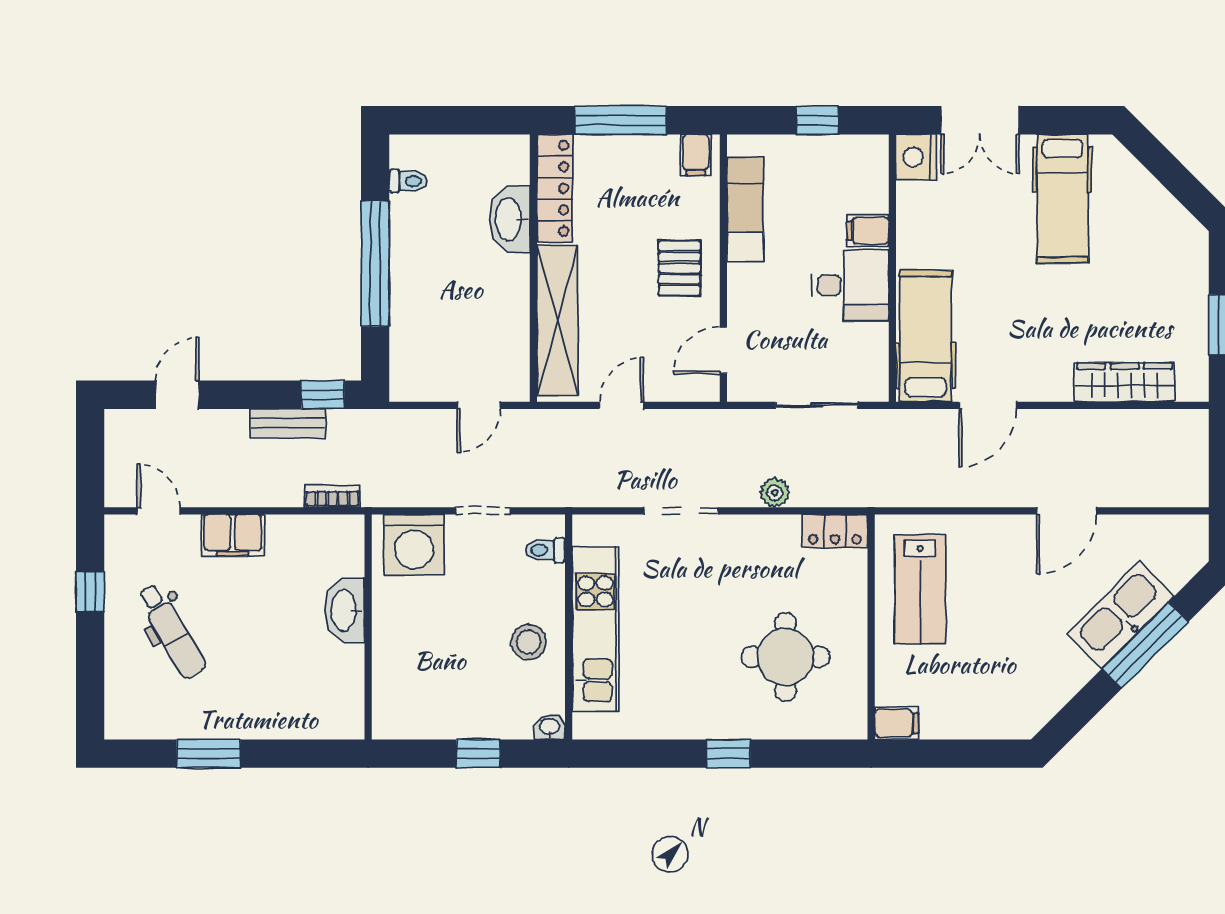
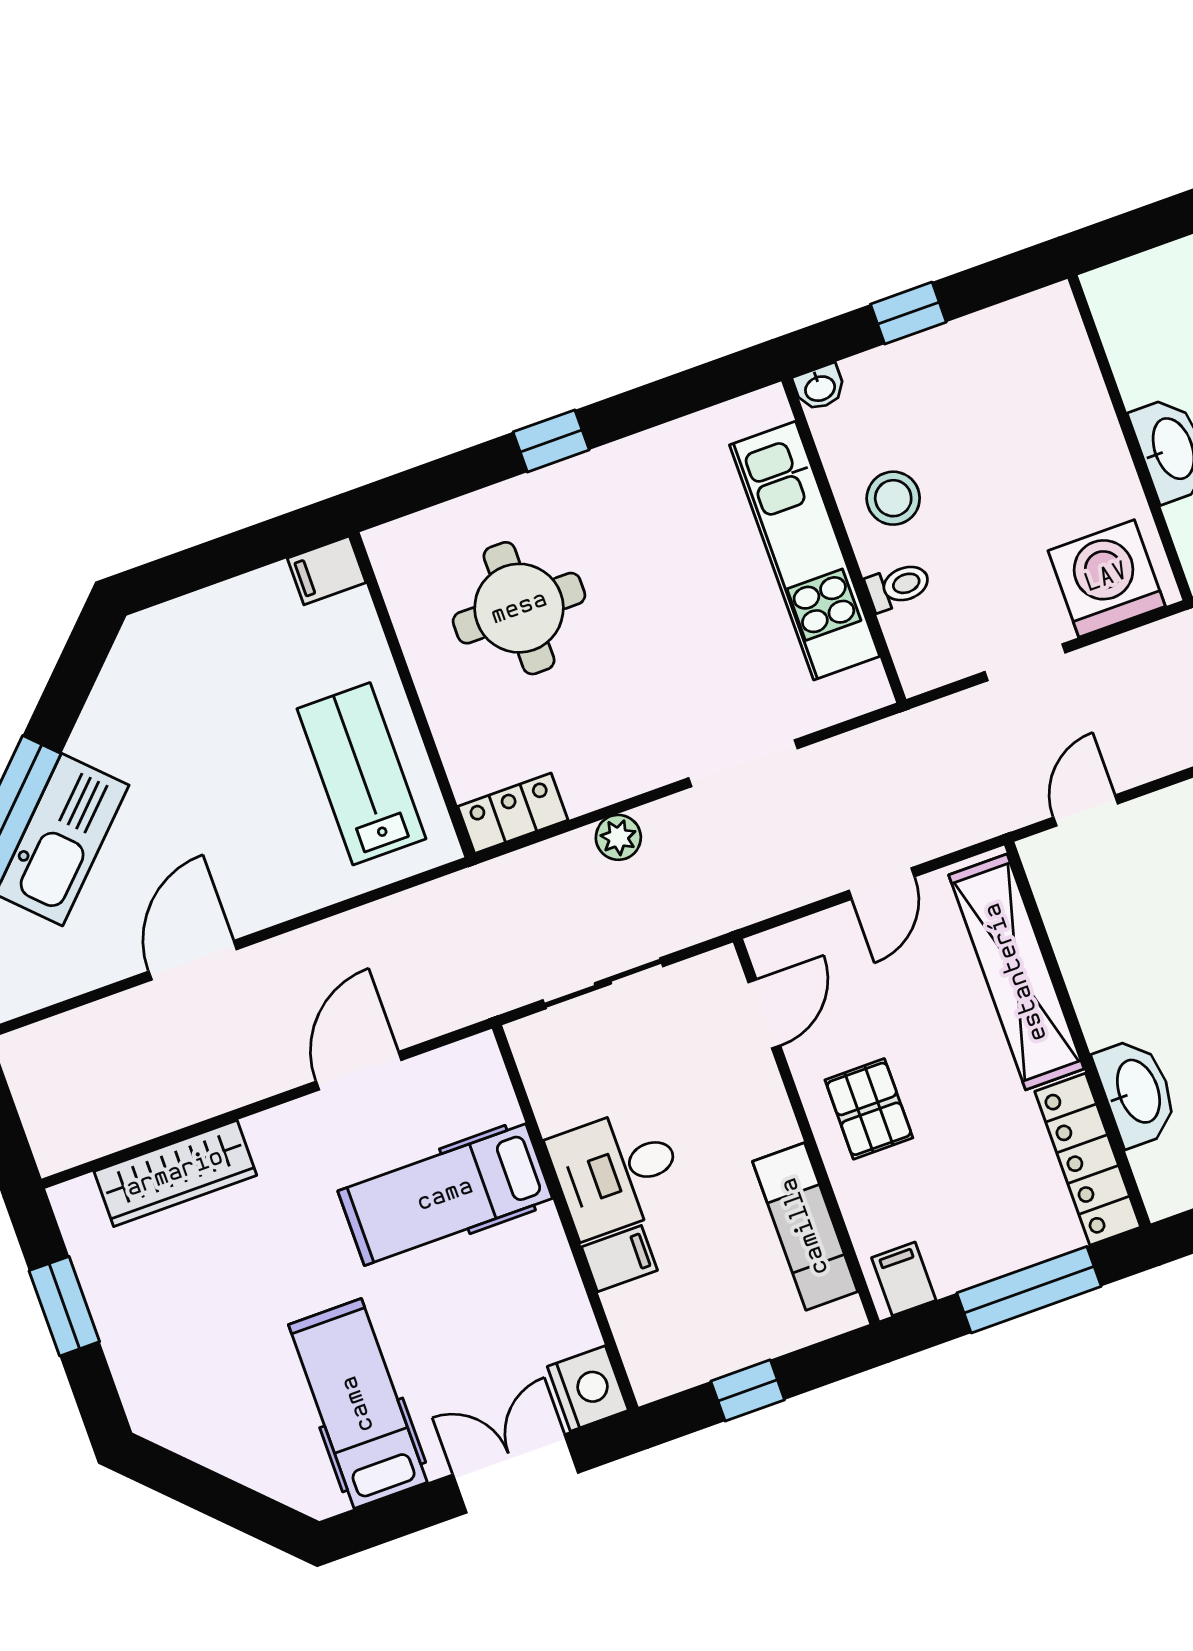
hospital bed: (926, 336) -> (445, 1195), moved, turned 90
toilet: (545, 550) -> (898, 586), moved

